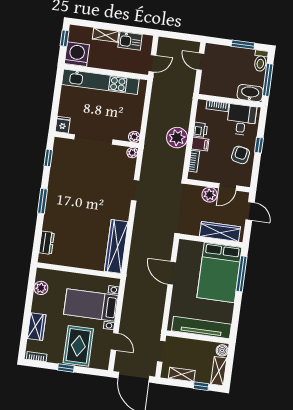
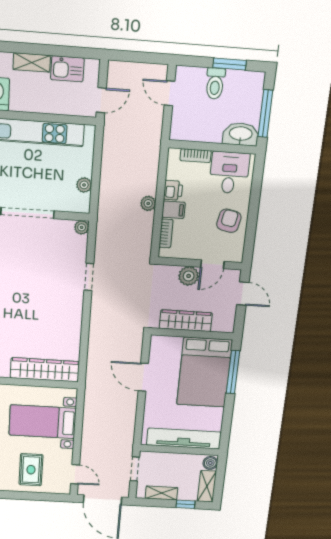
toilet: (261, 61) -> (215, 84), moved
plant: (134, 137) -> (84, 185), moved
plant: (177, 138) -> (148, 203), width x0.53, depth x0.53
window: (259, 145) -> (254, 206), removed
wardrobe: (220, 231) -> (186, 321), moved
wardrobe: (116, 246) -> (45, 370), moved, turned 90
door: (115, 342) -> (75, 474), moved
rug: (78, 346) -> (31, 470), width x0.73, depth x0.70
window: (66, 368) -> (18, 495), removed

